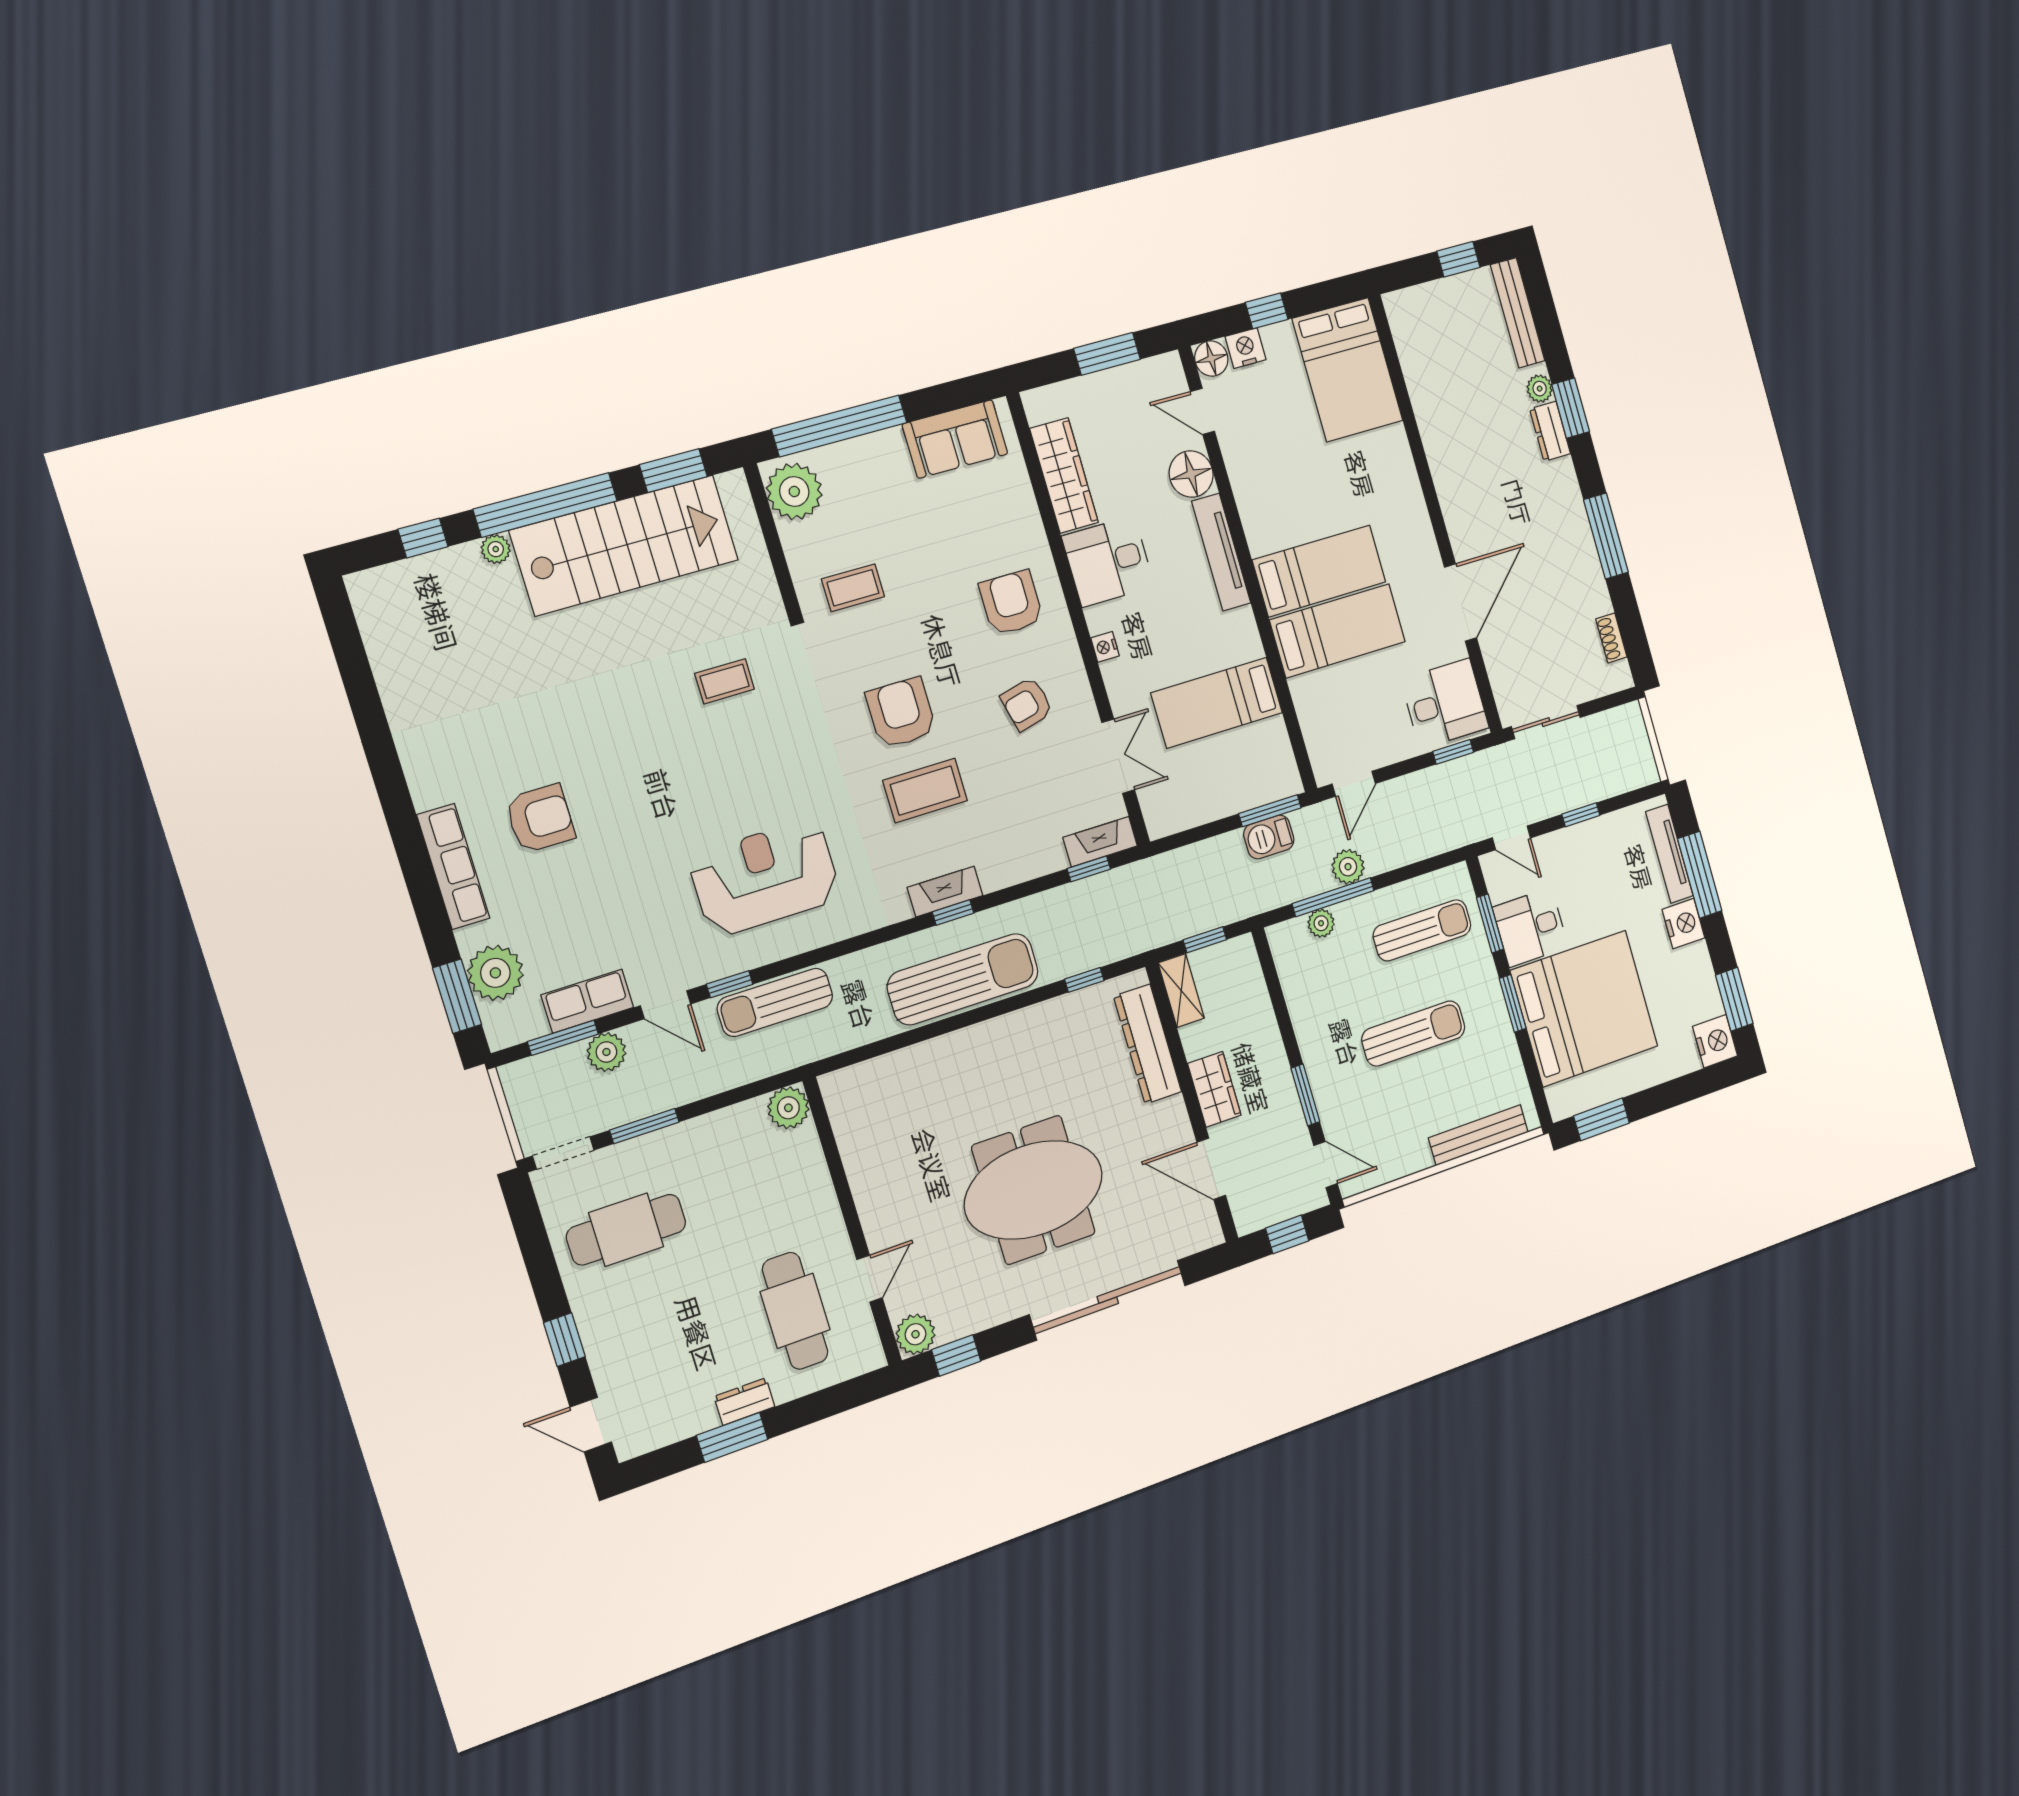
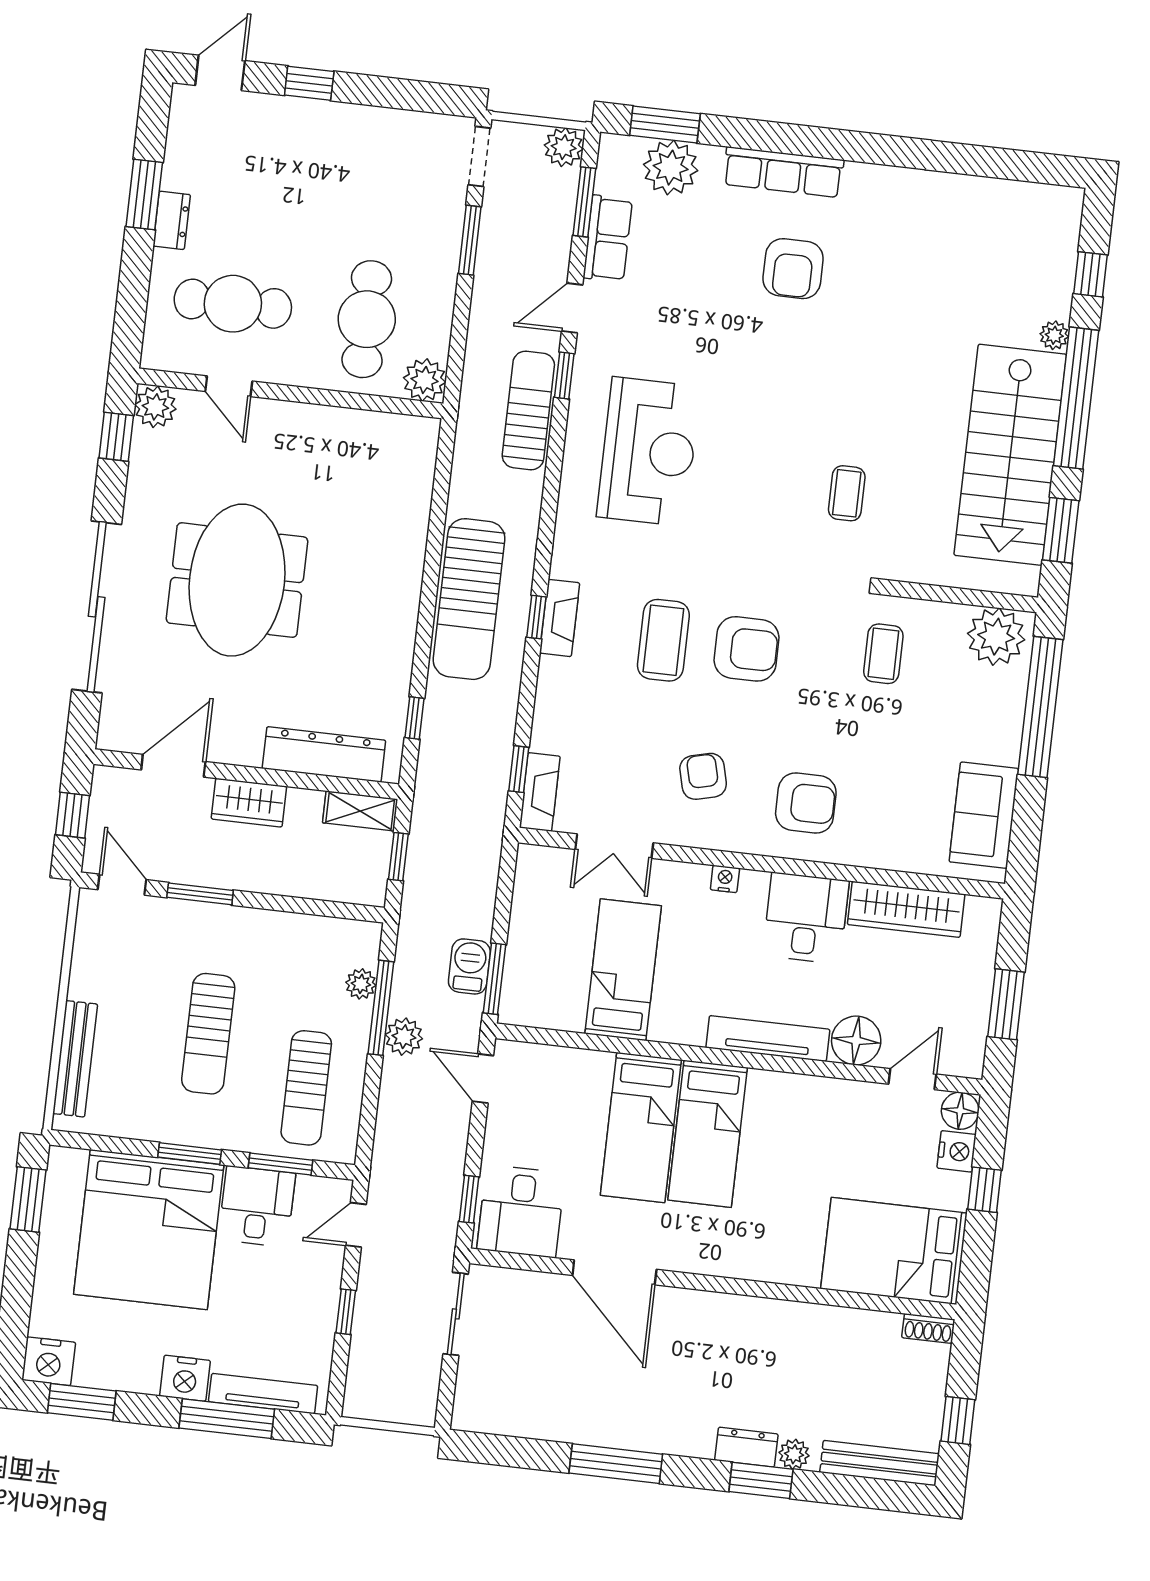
shoe rack: (1611, 638) -> (928, 1328), moved, turned 180
plant: (606, 1052) -> (564, 147), moved
door: (1326, 1165) -> (122, 885), swing flipped
cafe table: (626, 1230) -> (367, 319), moved

